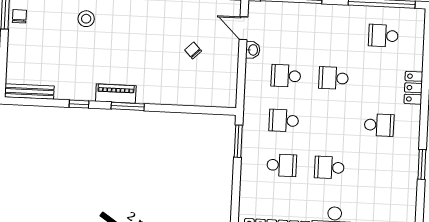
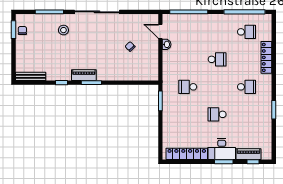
school desk: (383, 36) -> (246, 32), turned 180
school desk: (286, 76) -> (188, 59), removed
school desk: (334, 78) -> (217, 59), turned 180
locker: (413, 88) -> (266, 57), width x1.53
school desk: (282, 165) -> (188, 114), removed

